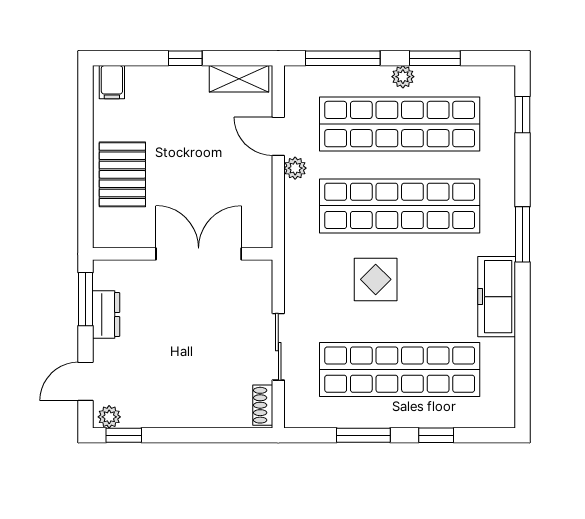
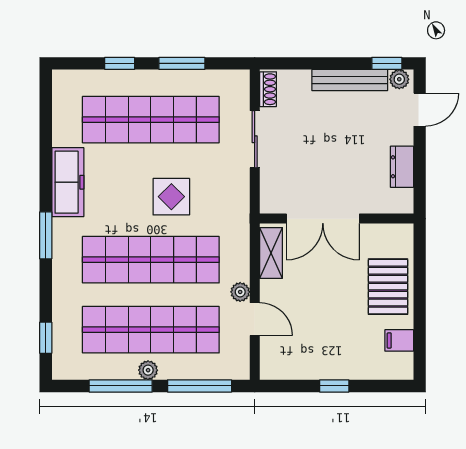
window: (435, 58) -> (121, 386), width x1.44
shelving: (239, 79) -> (271, 253), moved, turned 90
filing cabinet: (112, 82) -> (399, 340), moved, turned -90
window: (85, 299) -> (420, 180), removed
bench: (167, 416) -> (350, 80), added

